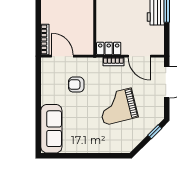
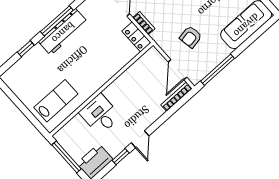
window: (38, 83) -> (218, 70), added
armchair: (76, 85) -> (191, 37), turned 80

